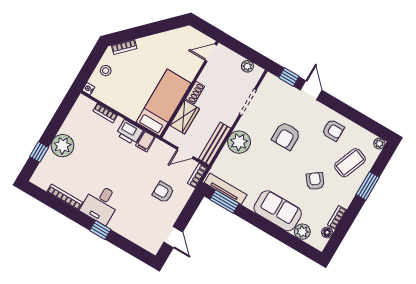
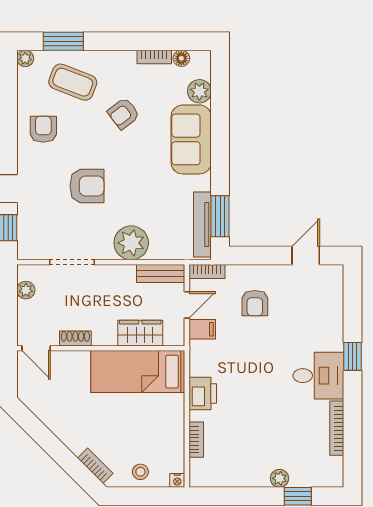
shoe rack: (195, 93) -> (75, 338), moved
filing cabinet: (145, 141) -> (202, 329), moved
bench: (215, 144) -> (161, 273), width x0.73
plant: (63, 146) -> (280, 478), width x0.53, depth x0.53
door: (185, 153) -> (187, 305), hinge flipped
window: (368, 186) -> (63, 41), moved

